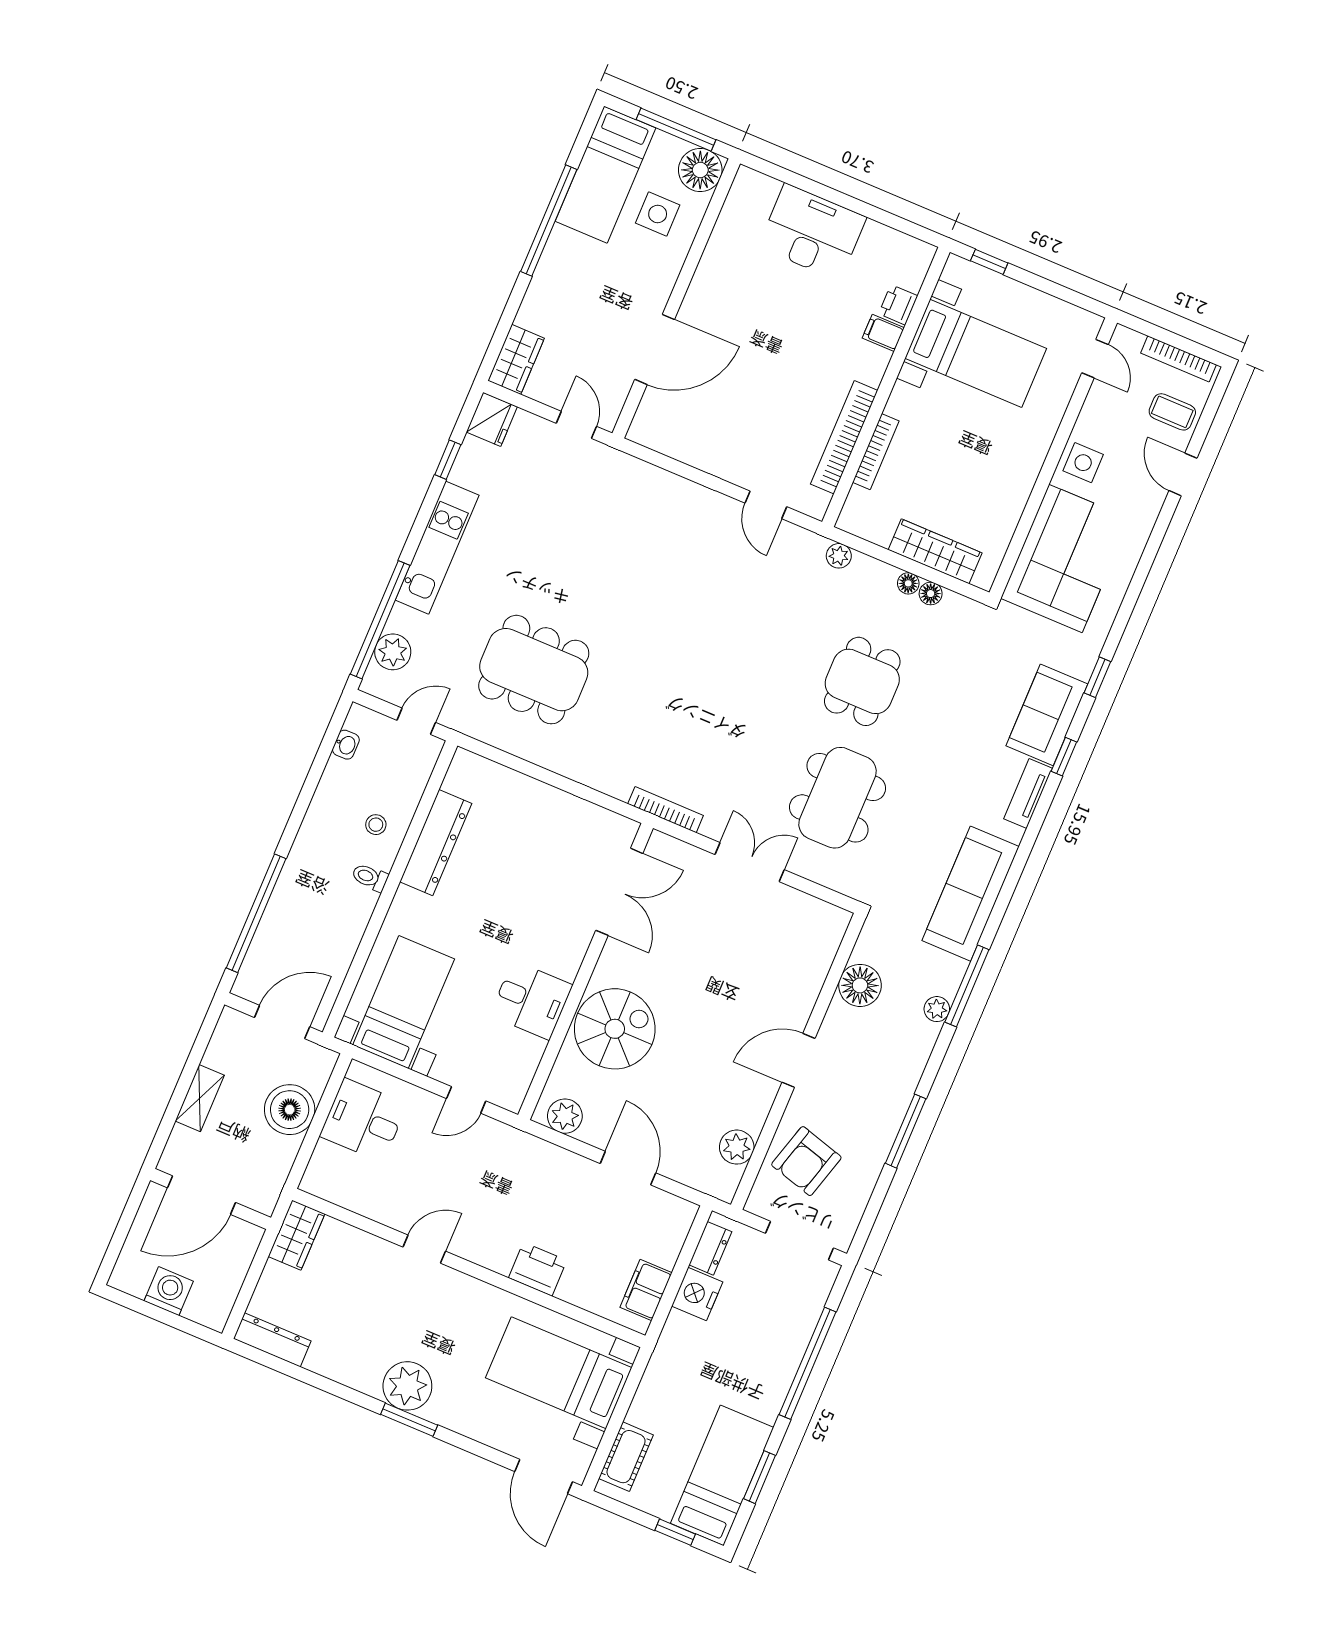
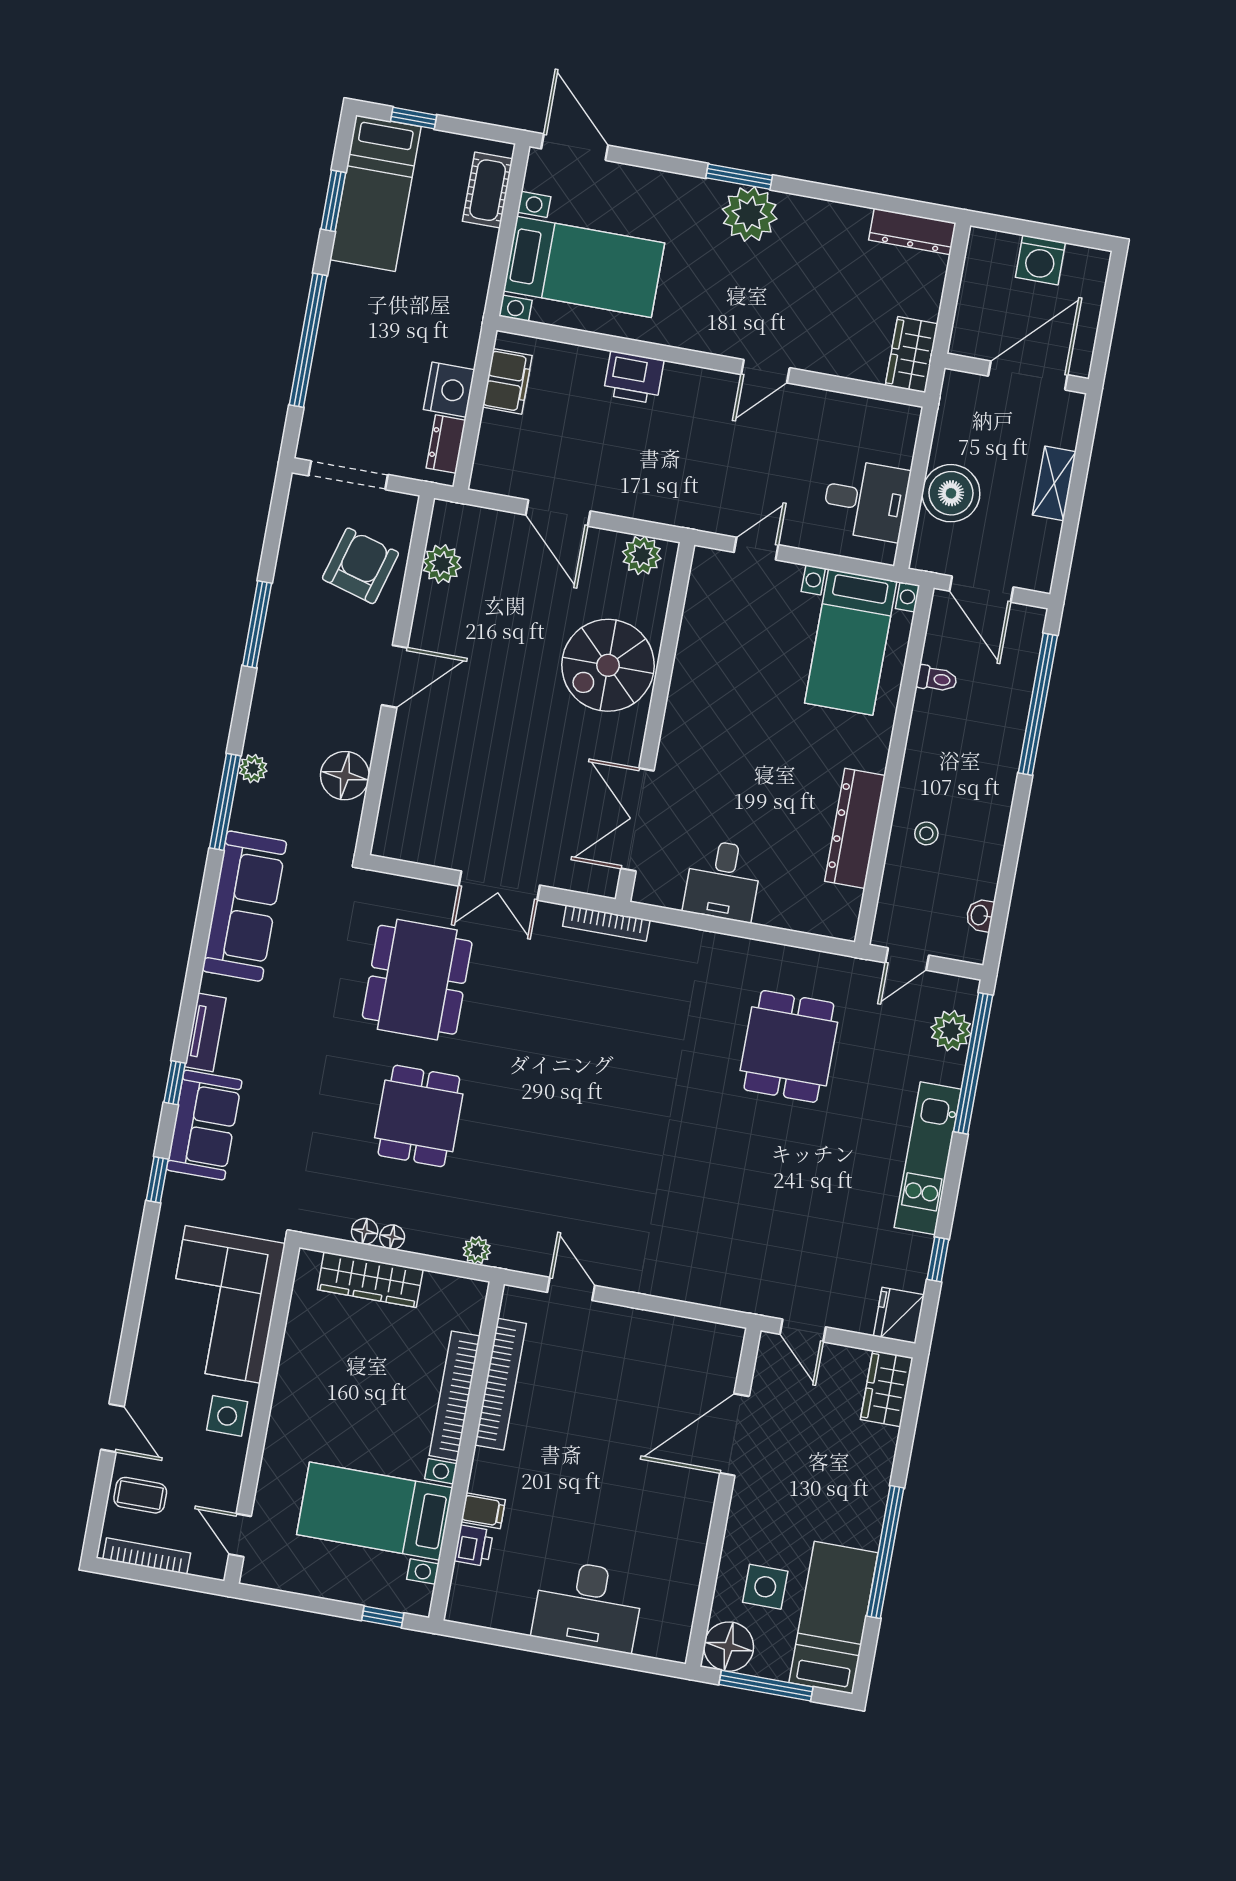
bookcase: (876, 452) -> (455, 1396), width x1.48, depth x1.31
dining table: (534, 670) -> (789, 1046), width x0.73
toilet: (370, 877) -> (937, 679), moved
desk: (531, 1000) -> (723, 881), moved, turned -90
door: (282, 1022) -> (981, 589), hinge flipped

